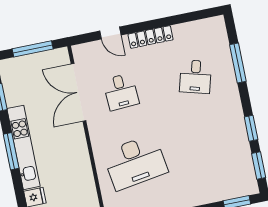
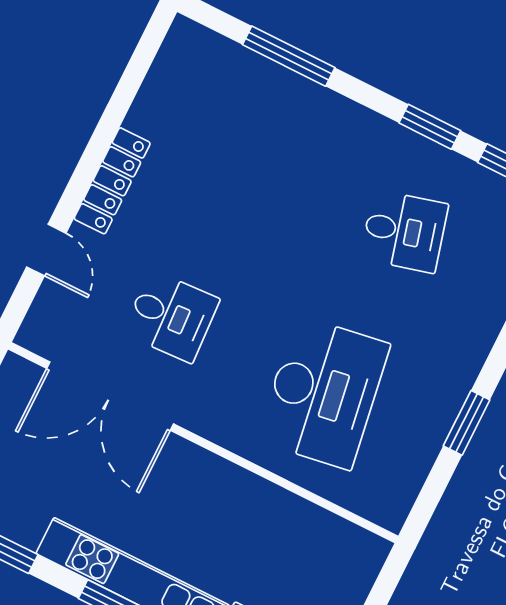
door: (110, 33) -> (46, 250), hinge flipped
desk: (195, 77) -> (404, 231), moved, turned -30

